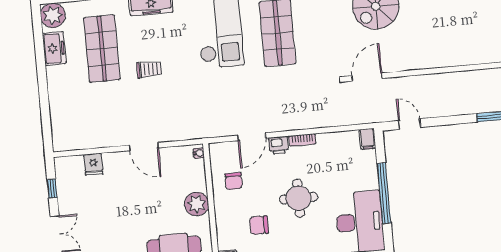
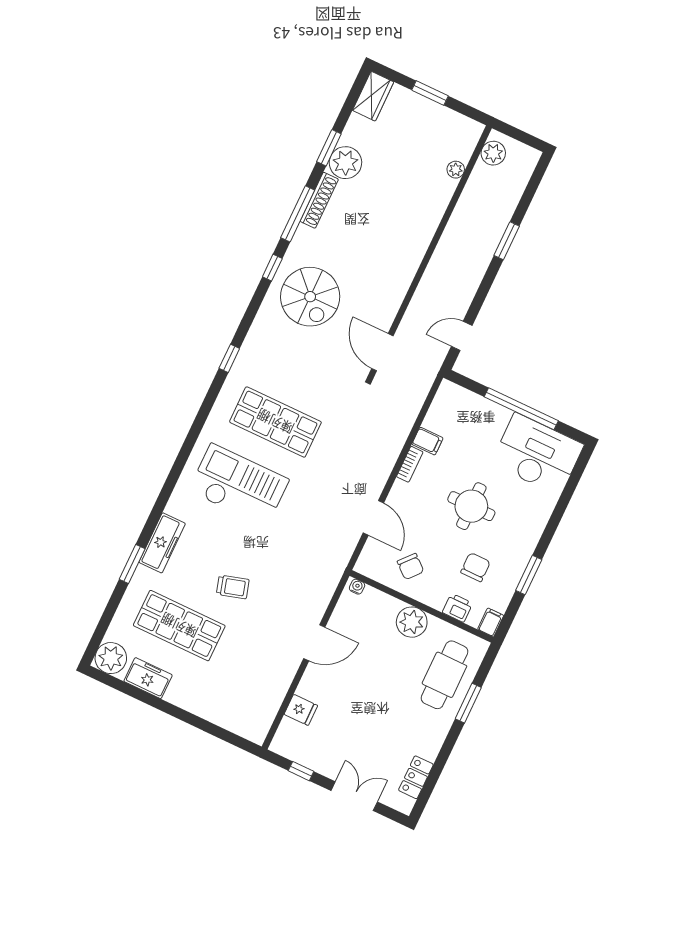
trolley: (149, 69) -> (233, 587), turned 74
filing cabinet: (367, 139) -> (427, 441), moved
printer: (279, 145) -> (457, 608), moved, turned -90
chair: (234, 181) -> (411, 567), turned 41
chair: (259, 225) -> (476, 567), turned 180

